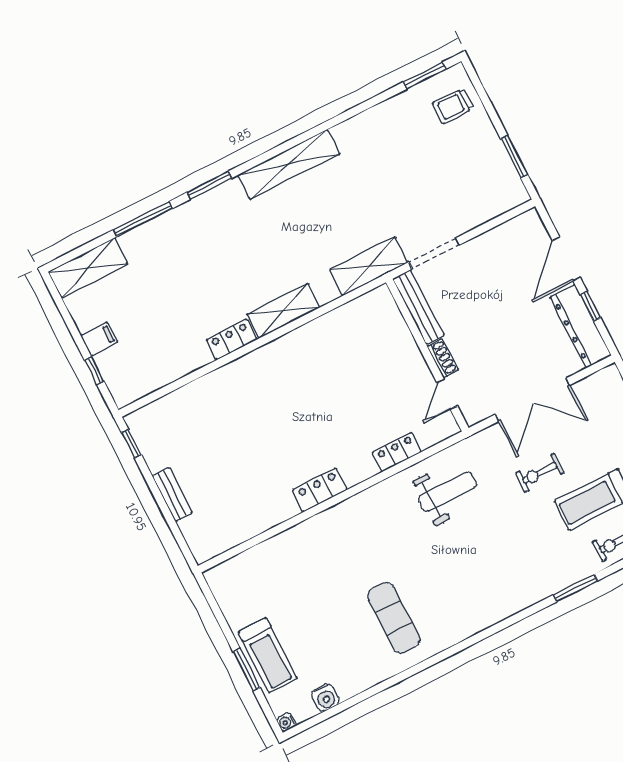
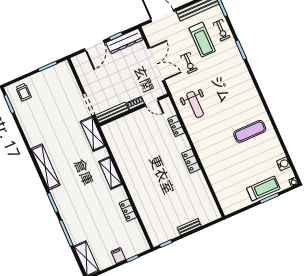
door: (566, 259) -> (94, 46), hinge flipped
locker: (232, 340) -> (128, 210), moved
weight bench: (447, 492) -> (195, 104), turned 180

